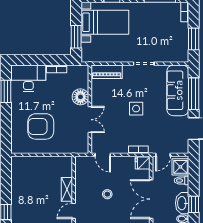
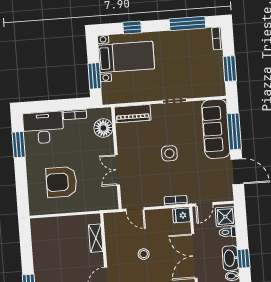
floor lamp: (80, 97) -> (103, 128), moved
double door: (90, 120) -> (117, 170), swing flipped
shelving: (67, 189) -> (96, 238), moved

